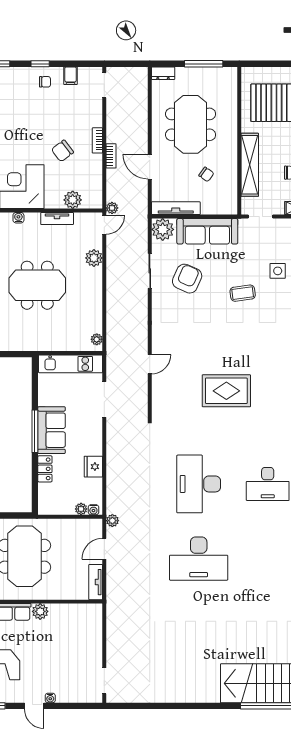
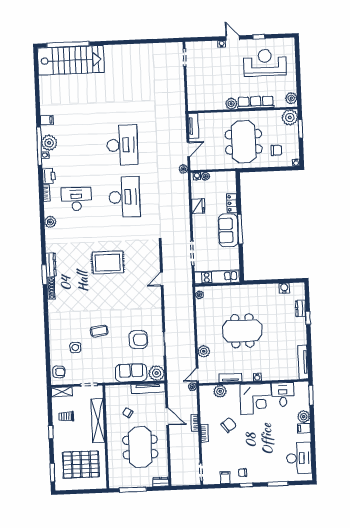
sofa: (207, 231) -> (131, 373), width x0.73
armchair: (187, 279) -> (138, 340), turned -114
desk: (199, 559) -> (122, 145), turned 90

